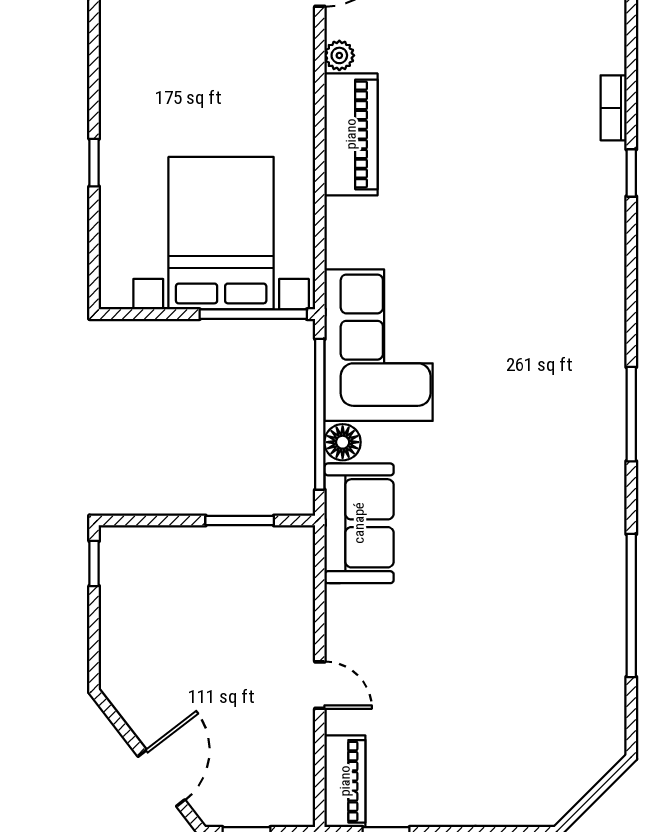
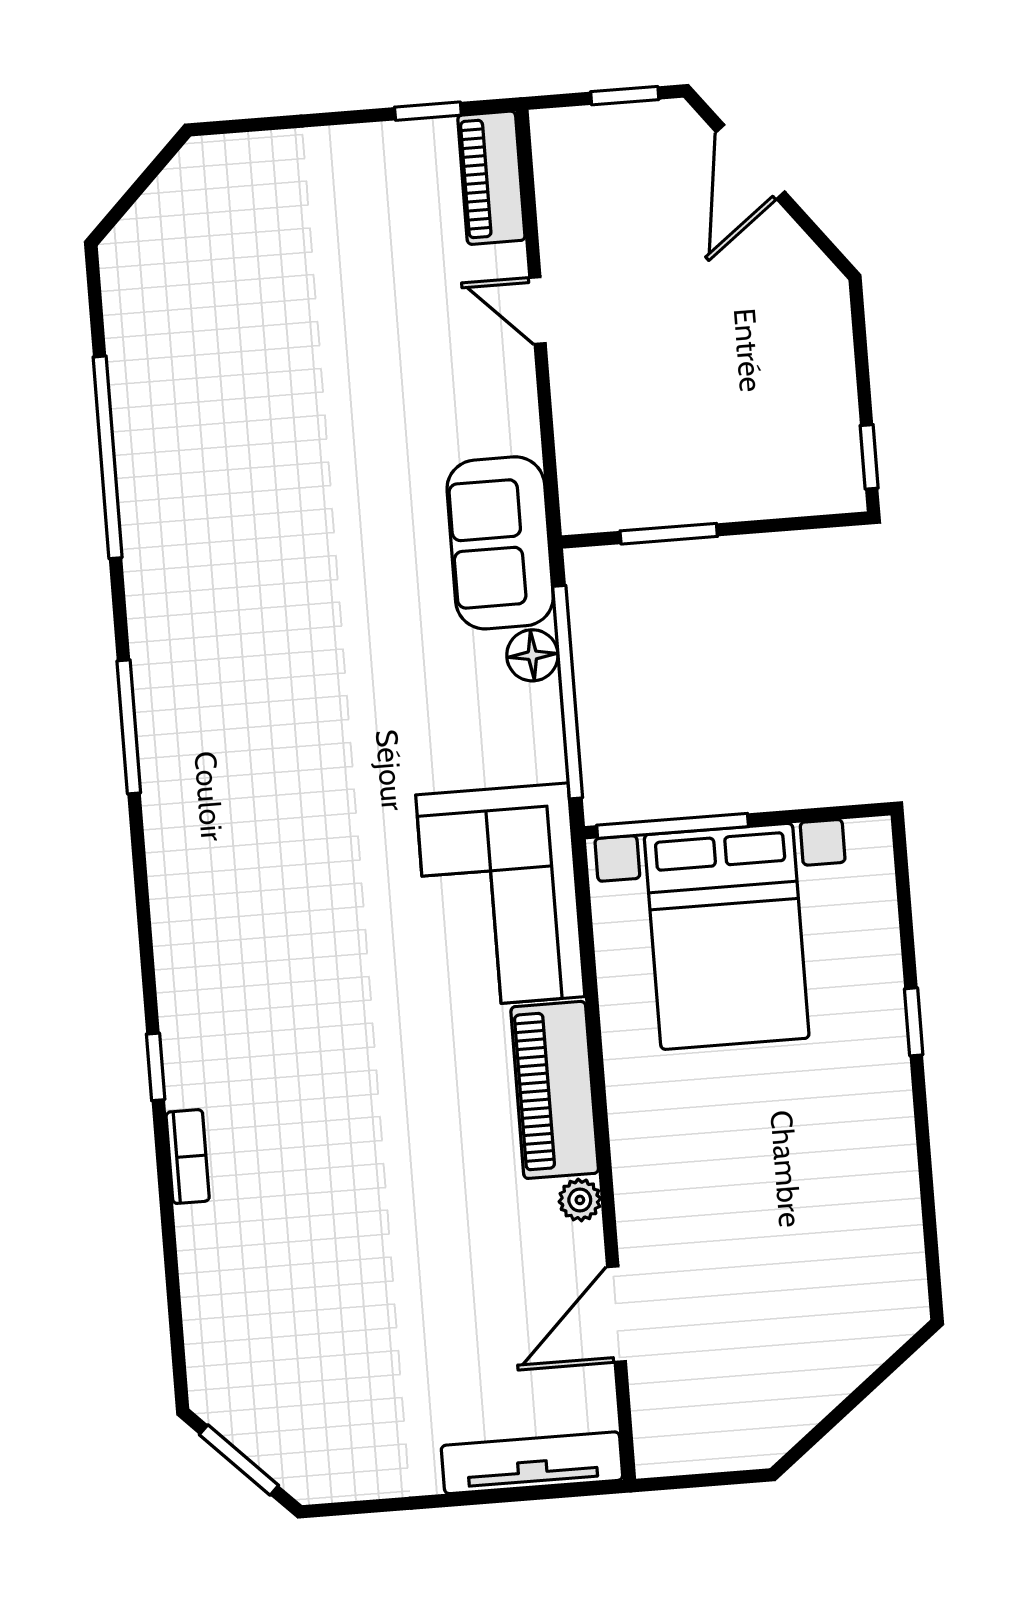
corner sofa: (379, 345) -> (500, 896), moved

